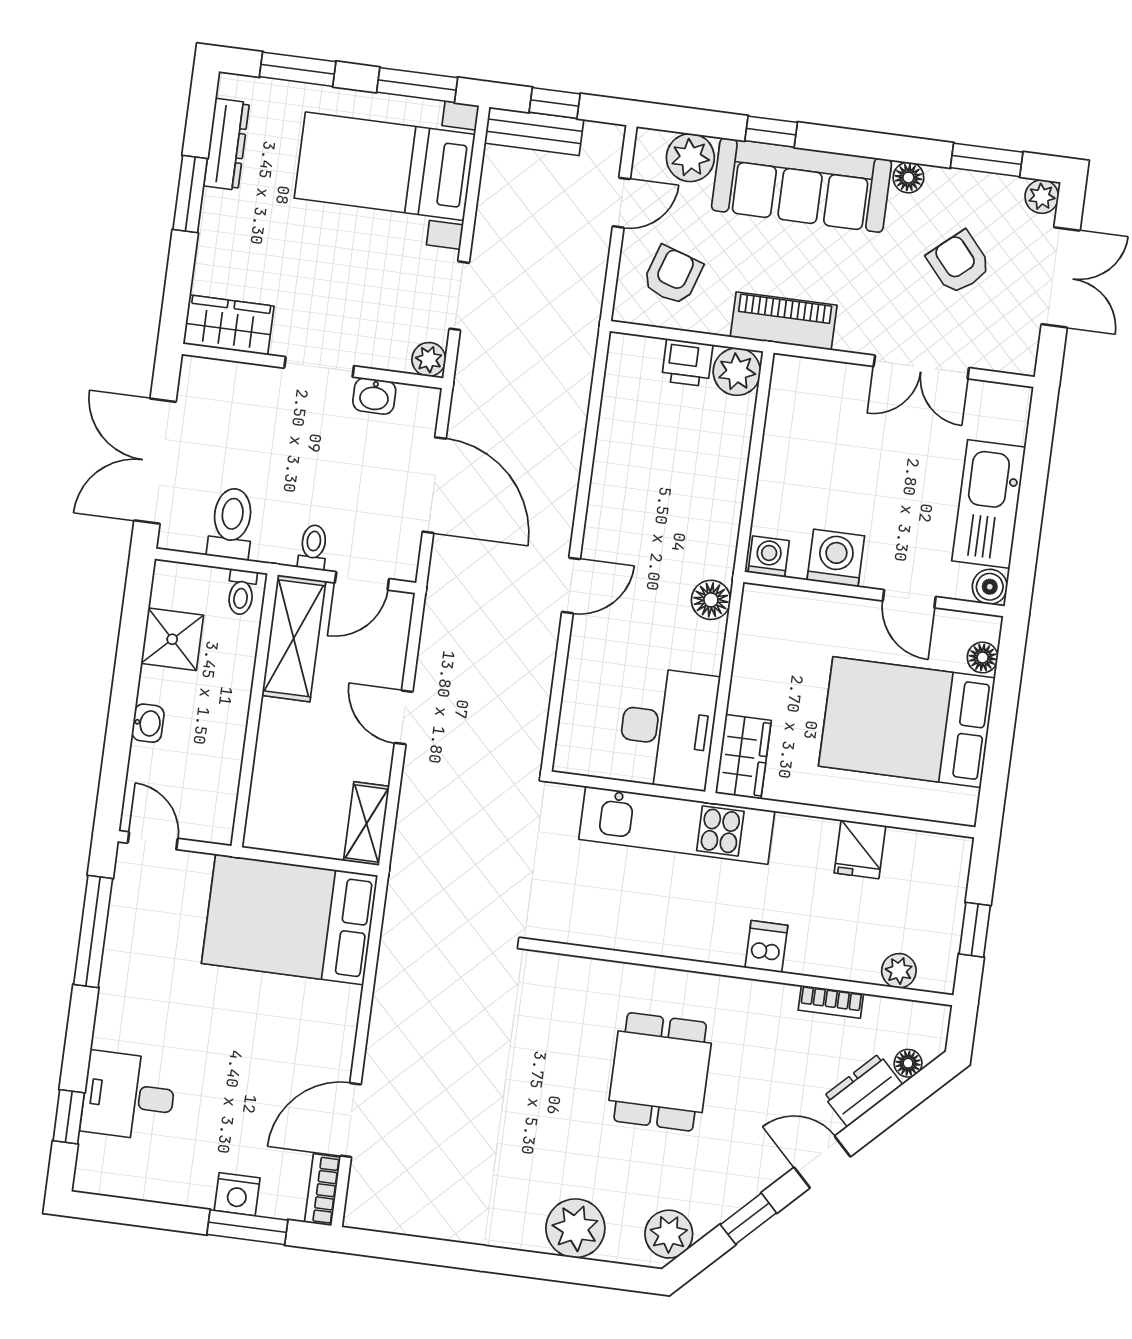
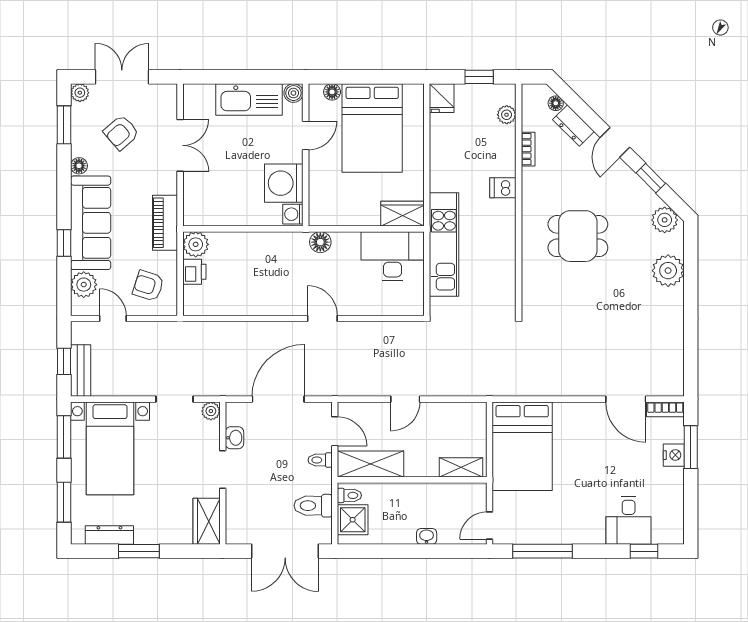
washing machine: (836, 558) -> (284, 183), width x1.37, depth x1.37
shower: (172, 639) -> (353, 520), moved
shelving: (367, 824) -> (461, 467), moved
fridge: (860, 849) -> (442, 98), moved, turned 90

